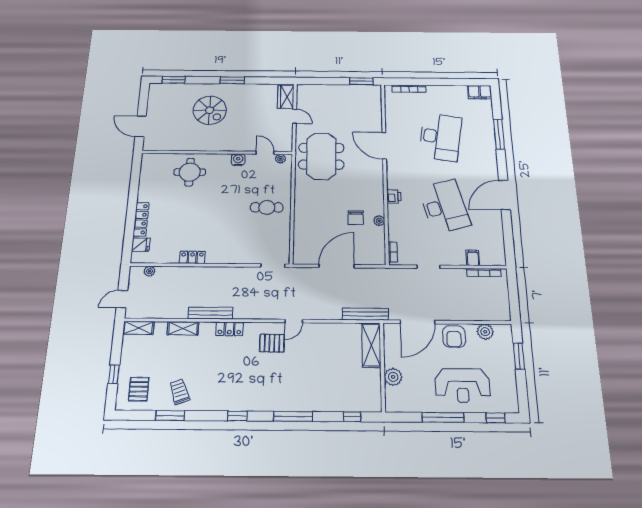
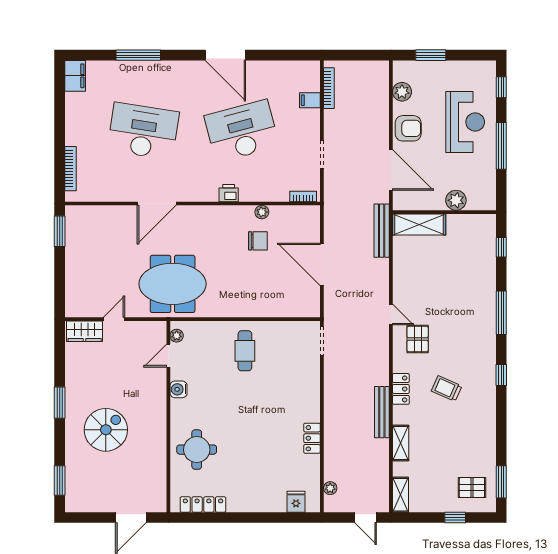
locker: (141, 219) -> (203, 504), moved
trolley: (179, 392) -> (447, 388), moved, turned 44
window: (170, 415) -> (501, 482), moved

